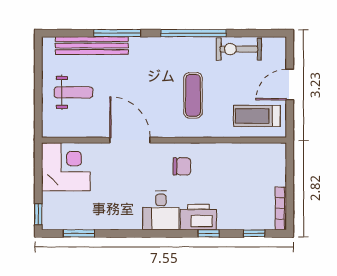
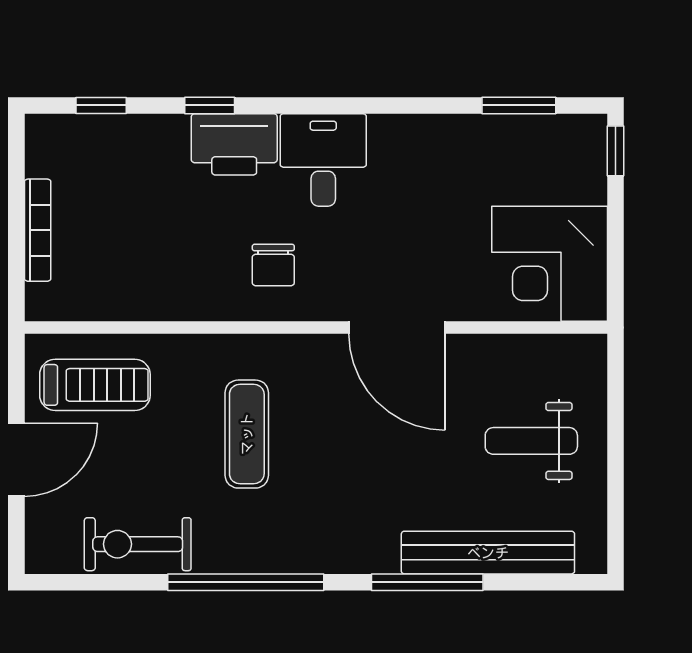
exercise bike: (239, 49) -> (138, 544), turned 180
chair: (182, 166) -> (273, 265), turned -90
bookcase: (281, 208) -> (38, 230), moved

